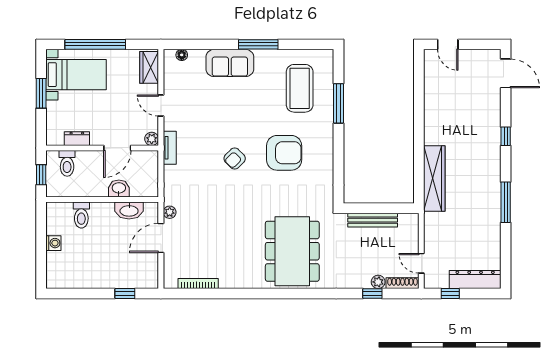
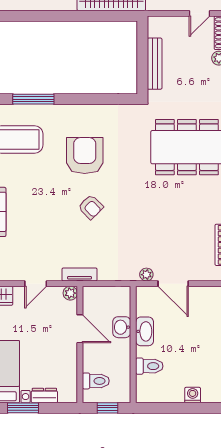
dresser: (77, 139) -> (44, 396), moved, turned 90
washbasin: (129, 210) -> (145, 331), moved
washing machine: (53, 243) -> (193, 395), moved

